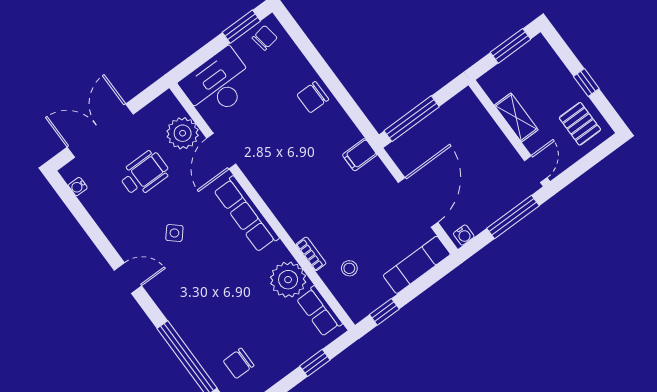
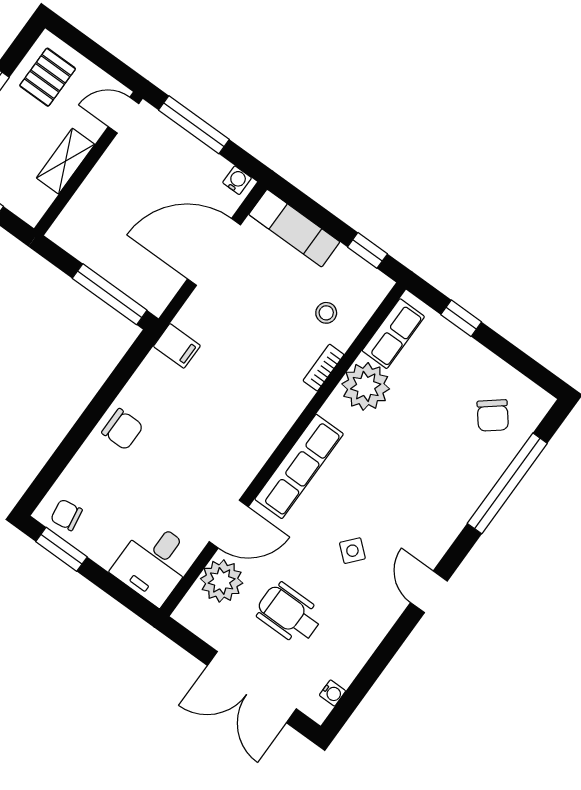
desk: (218, 84) -> (154, 563), width x0.73
chair: (239, 363) -> (493, 415), turned 51

